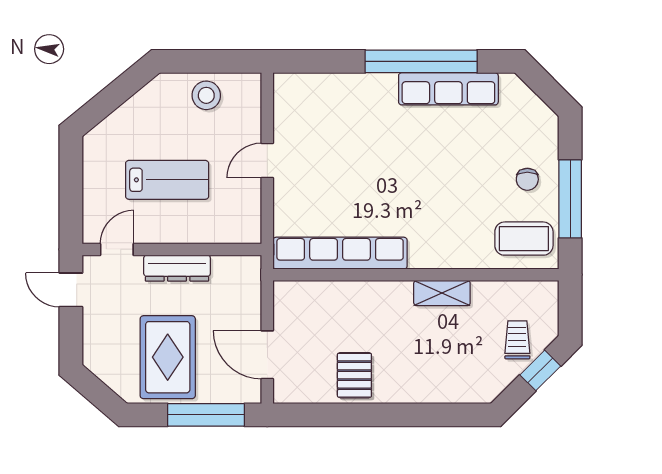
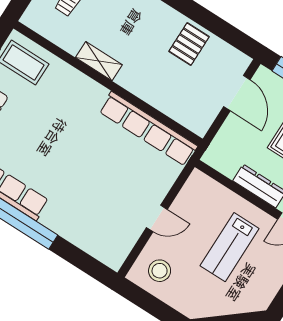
stool: (206, 95) -> (160, 271), moved
lab bench: (167, 180) -> (230, 247), turned -90

